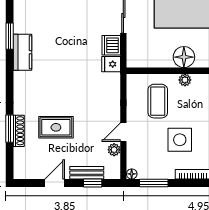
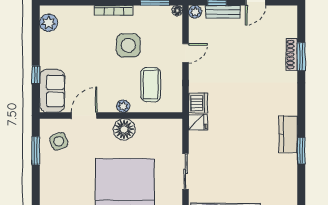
dishwasher: (111, 45) -> (198, 103), moved
rug: (56, 127) -> (254, 58), removed
plant: (114, 150) -> (195, 12), moved

